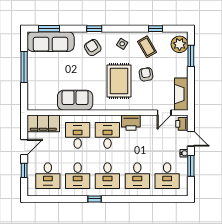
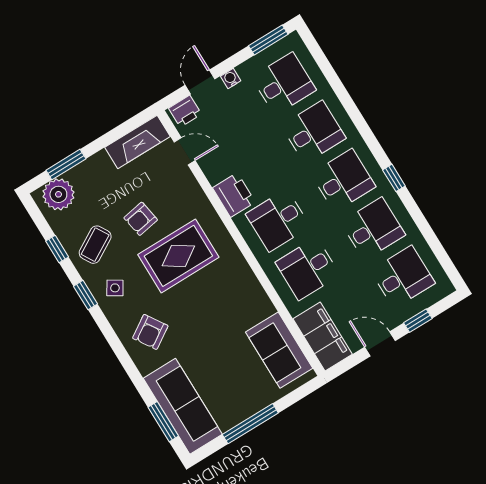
window: (94, 29) -> (85, 295), moved
sofa: (75, 100) -> (279, 350), moved
window: (191, 166) -> (268, 40), moved

